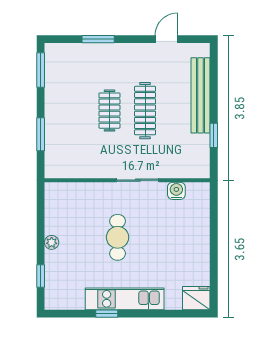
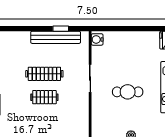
bench: (201, 95) -> (56, 37), moved
water cooler: (176, 191) -> (97, 39), moved

